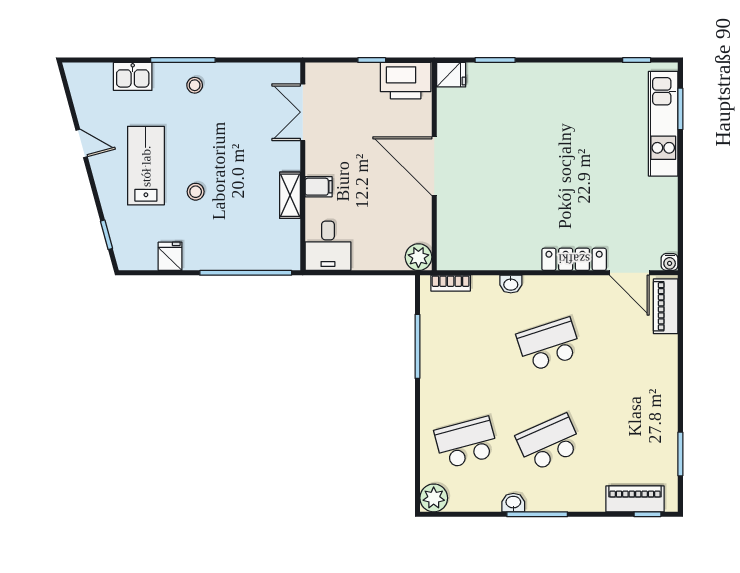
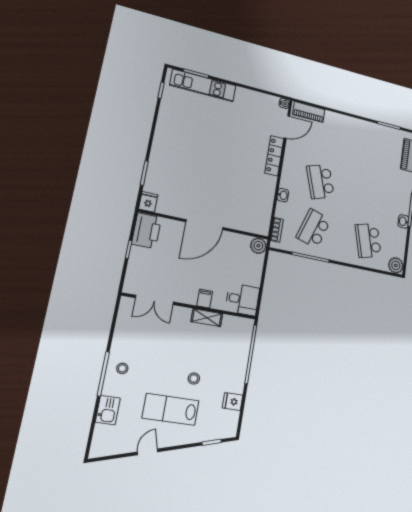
school desk: (549, 443) -> (314, 229), moved, turned 42

